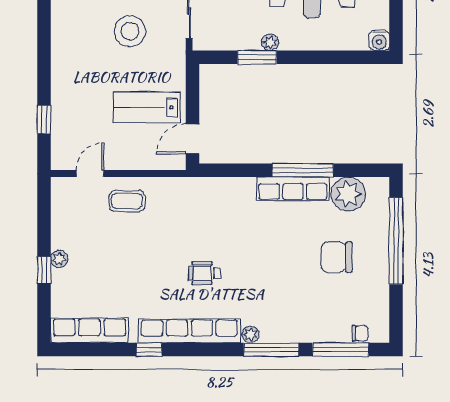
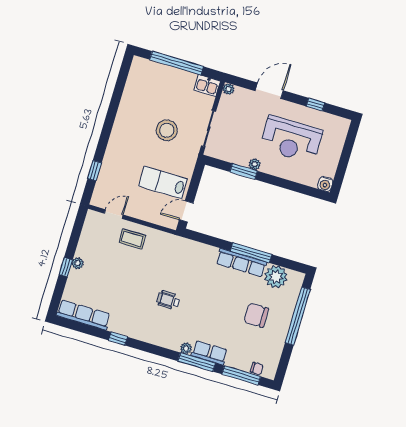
row of seats: (189, 331) -> (209, 353), moved, width x0.50

